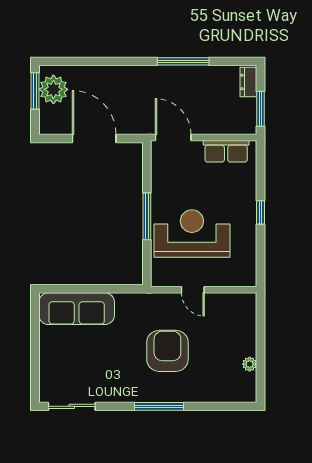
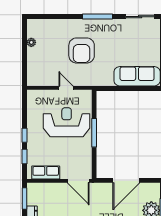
door: (94, 138) -> (126, 180), hinge flipped
window: (261, 177) -> (25, 157), added
reception desk: (192, 233) -> (67, 122), turned 180
window: (159, 406) -> (97, 17), moved

